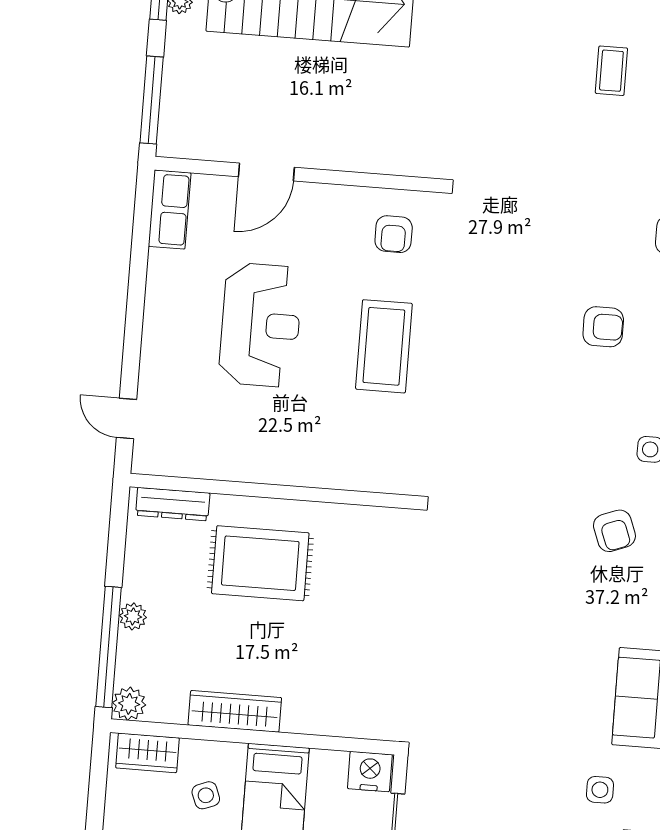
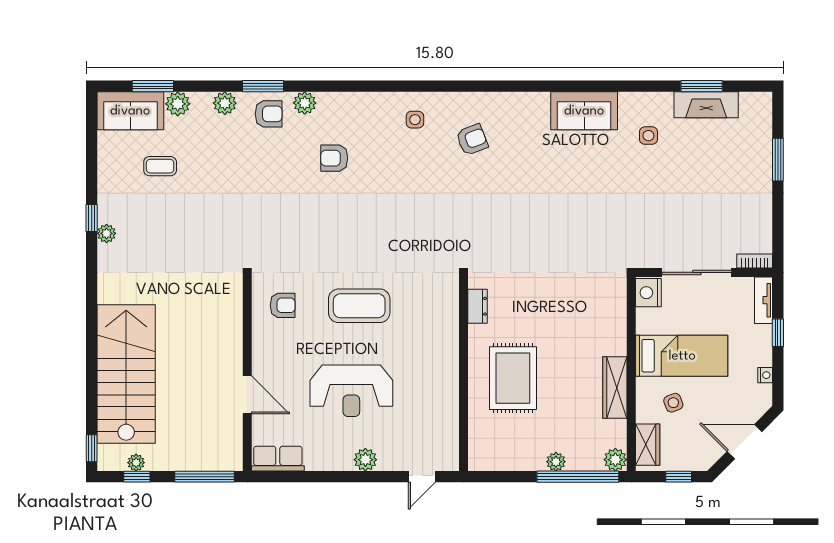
reception desk: (260, 325) -> (351, 391), turned 180
armchair: (603, 327) -> (334, 158), turned -90
plant: (158, 338) -> (365, 460), added
dresser: (173, 504) -> (478, 306), moved, width x0.70
window: (97, 795) -> (679, 477), added

